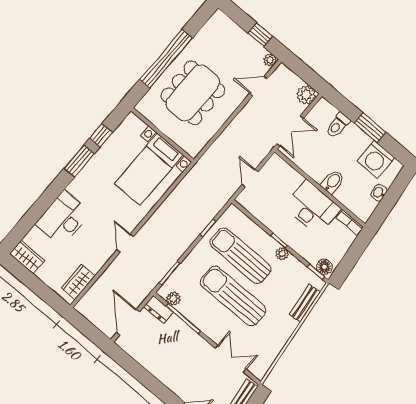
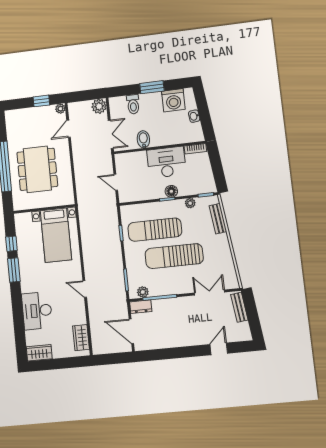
bidet: (333, 182) -> (143, 139), moved
plant: (282, 254) -> (190, 203), moved
floor lamp: (324, 267) -> (171, 191), moved

